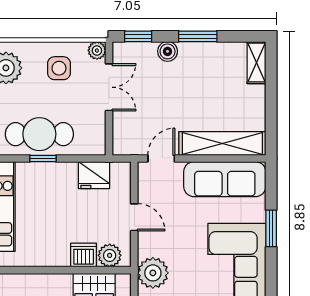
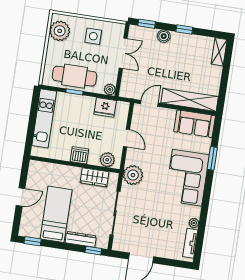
window: (198, 36) -> (184, 29), width x0.67
plant: (97, 50) -> (110, 89), moved
sofa: (225, 179) -> (195, 124), width x0.73
dishwasher: (84, 255) -> (79, 155), moved

